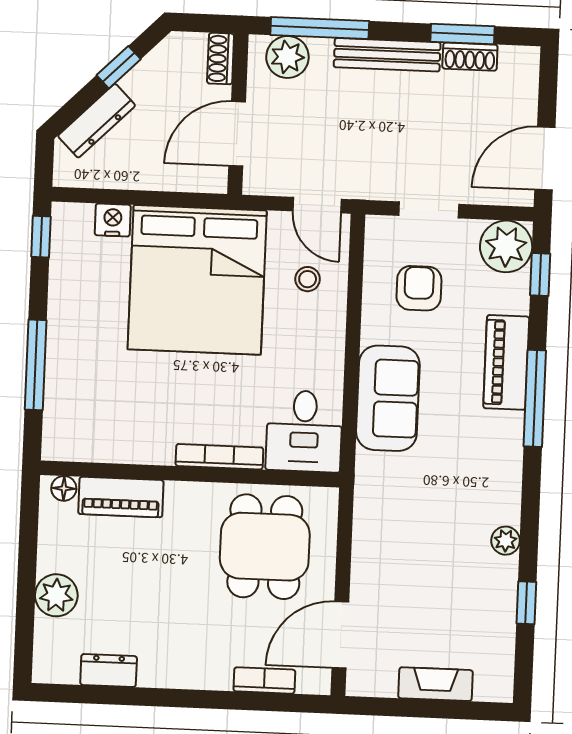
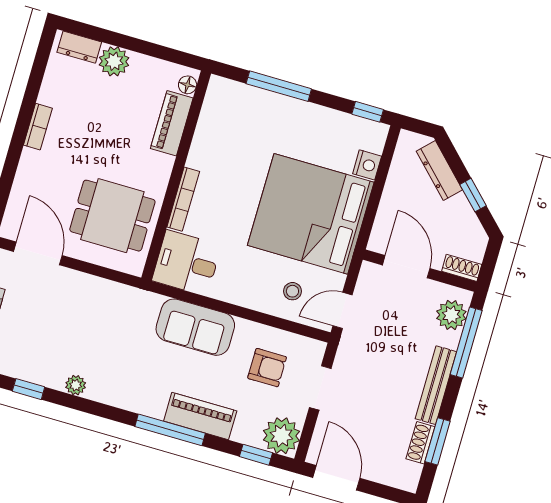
dresser: (109, 671) -> (79, 47), moved, turned 90
bookcase: (264, 680) -> (38, 127), moved

